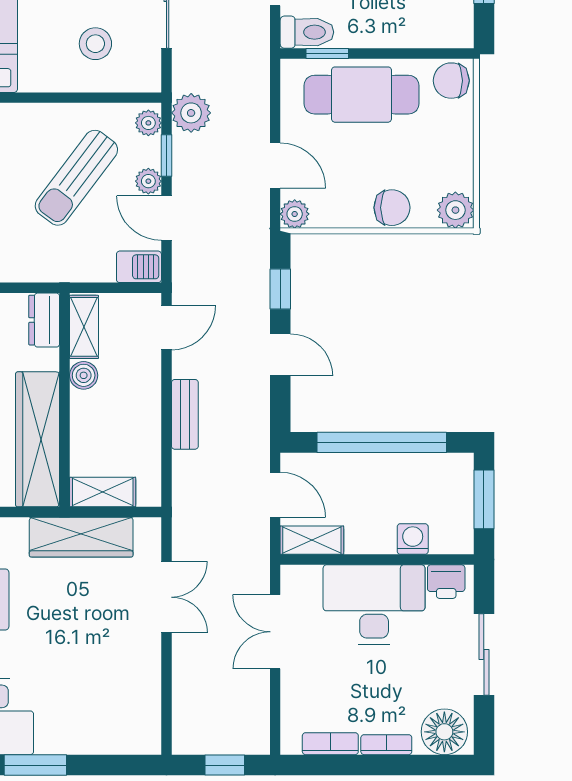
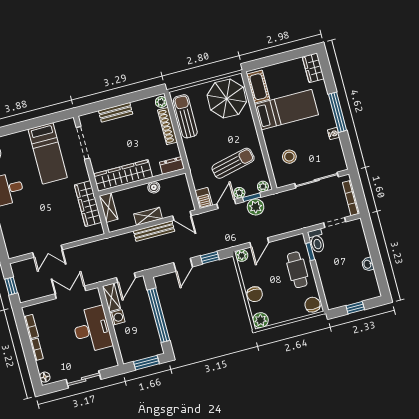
cafe table: (362, 95) -> (297, 270), width x0.73, depth x0.74
plant: (191, 113) -> (256, 207), moved
sun lounger: (76, 178) -> (233, 163), turned 130
shelving: (84, 327) -> (148, 216), moved
bench: (185, 414) -> (154, 231), width x1.36
washing machine: (413, 539) -> (117, 317), moved
printer: (446, 582) -> (109, 356), removed
double door: (166, 597) -> (47, 251), moved
floor lamp: (444, 732) -> (45, 377), width x0.53, depth x0.53

